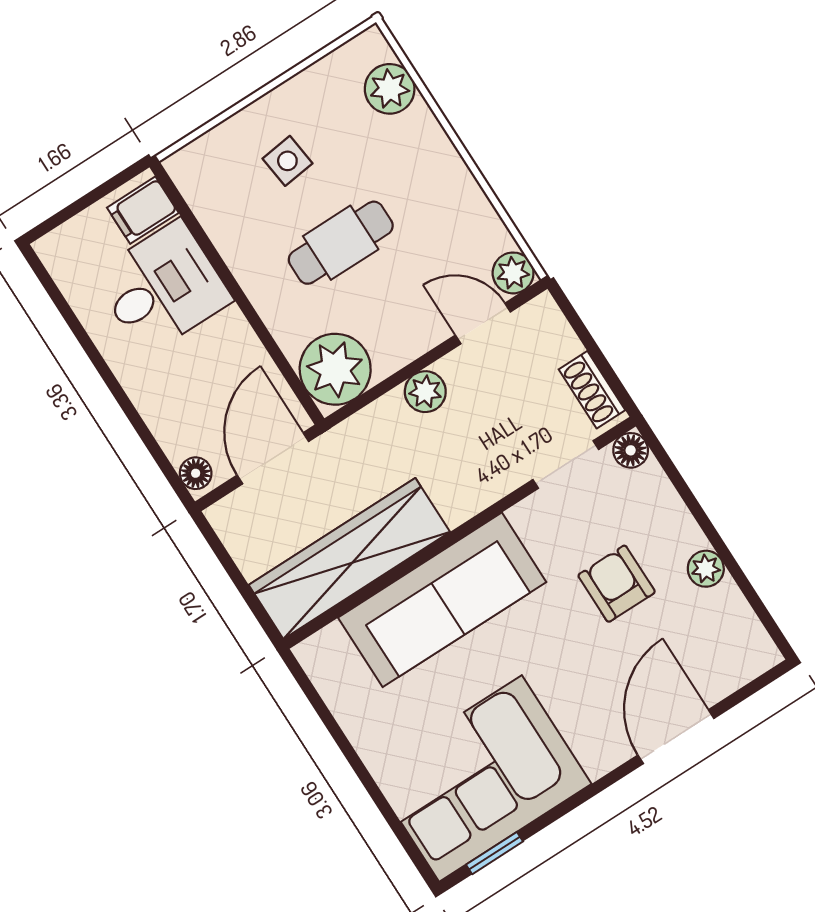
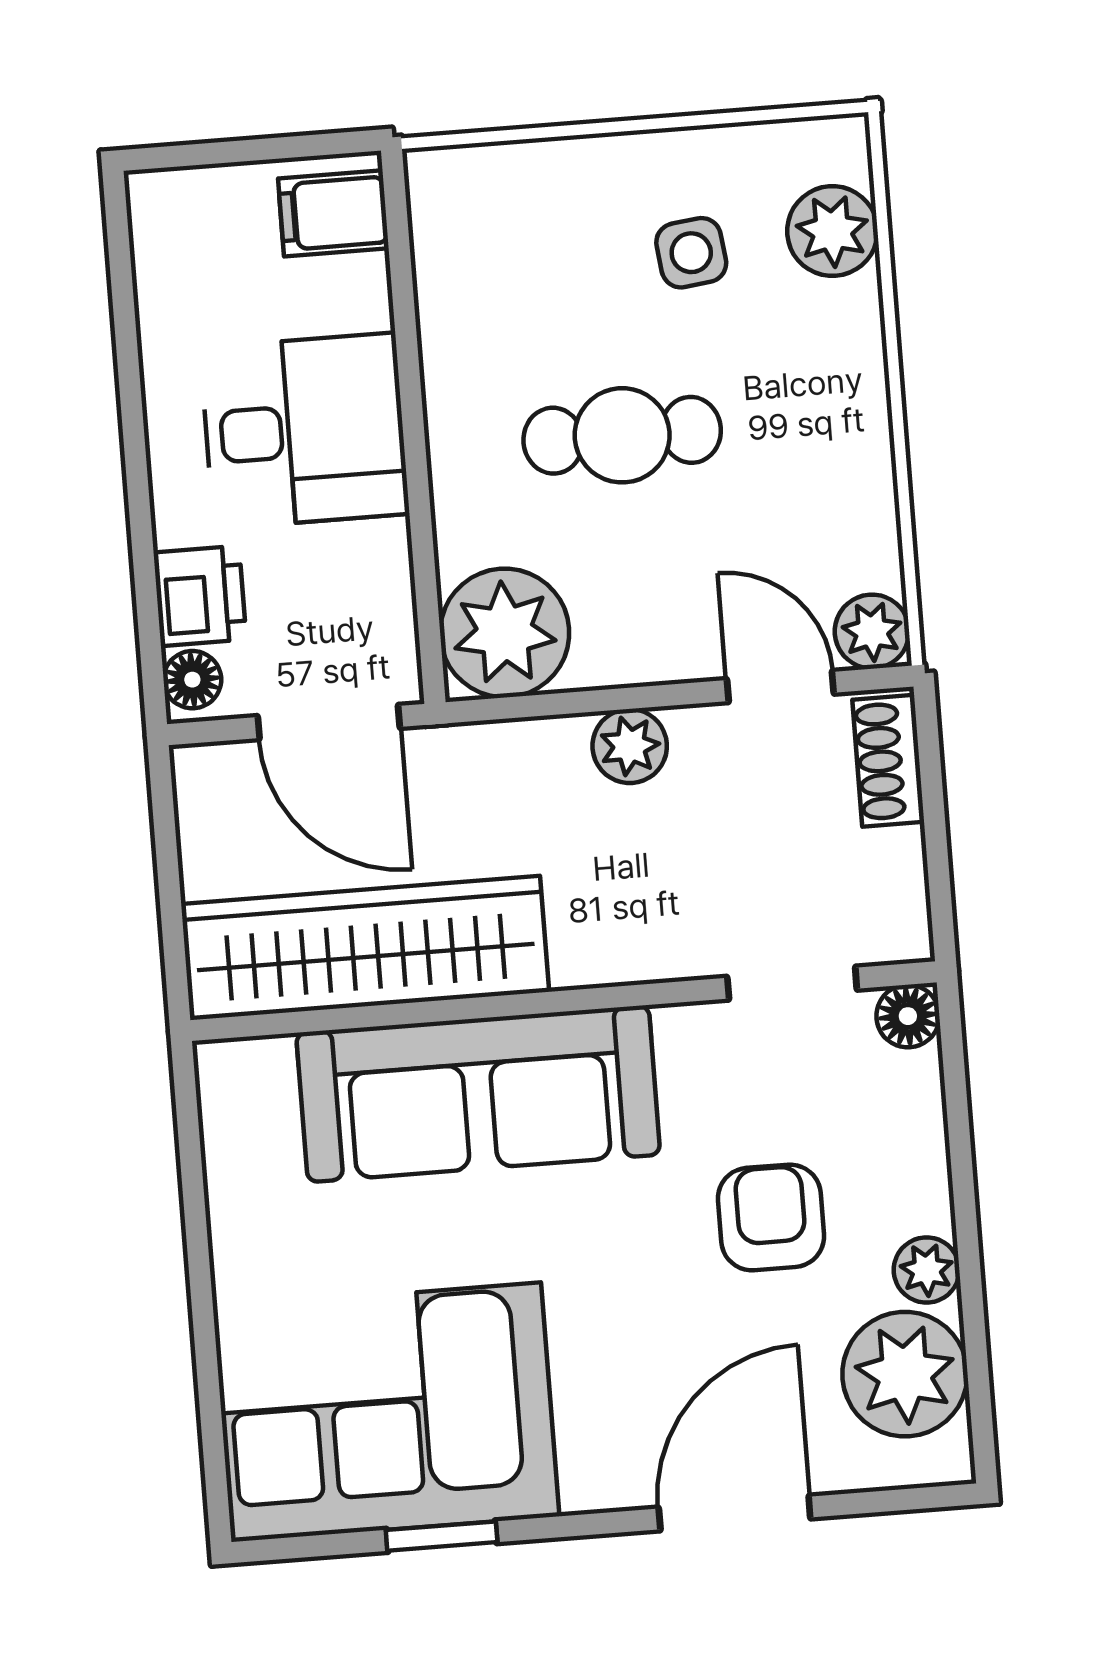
side table: (287, 161) -> (691, 253), moved
desk: (162, 288) -> (304, 431), moved
shoe rack: (592, 390) -> (888, 761), moved
printer: (178, 431) -> (200, 596), added
door: (273, 458) -> (329, 722), swing flipped
plant: (722, 625) -> (905, 1374), added
window: (495, 853) -> (442, 1536), moved

